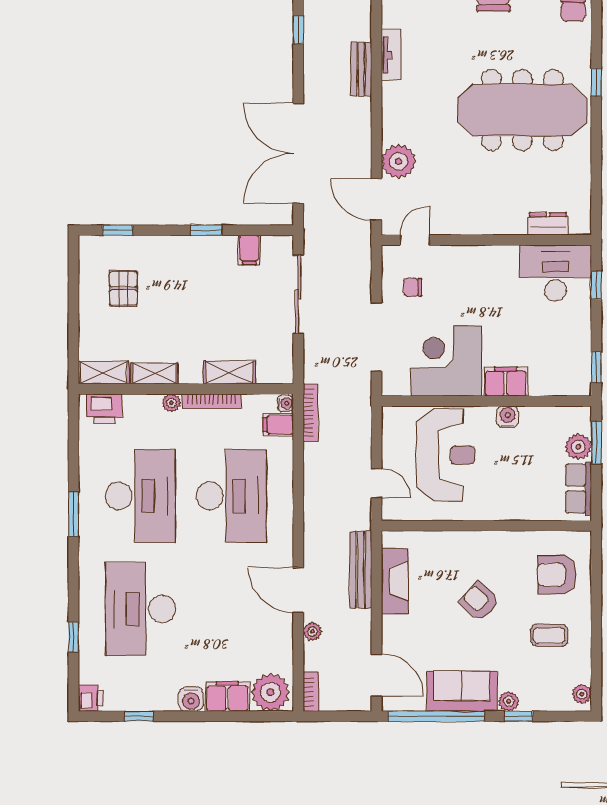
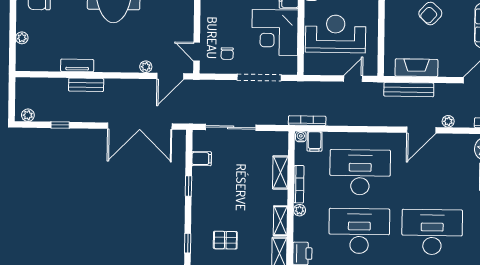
plant: (399, 161) -> (146, 67), width x0.53, depth x0.53
desk: (140, 609) -> (432, 232), turned 180

